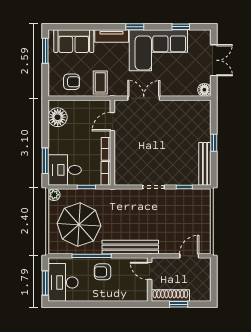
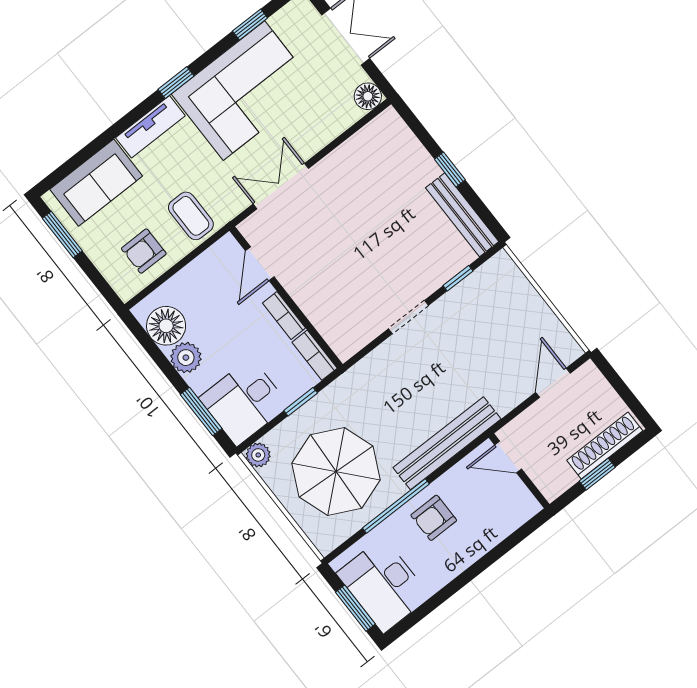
armchair: (71, 82) -> (144, 251), turned 180
plant: (56, 135) -> (186, 358), added
shoe rack: (170, 296) -> (605, 446), moved

